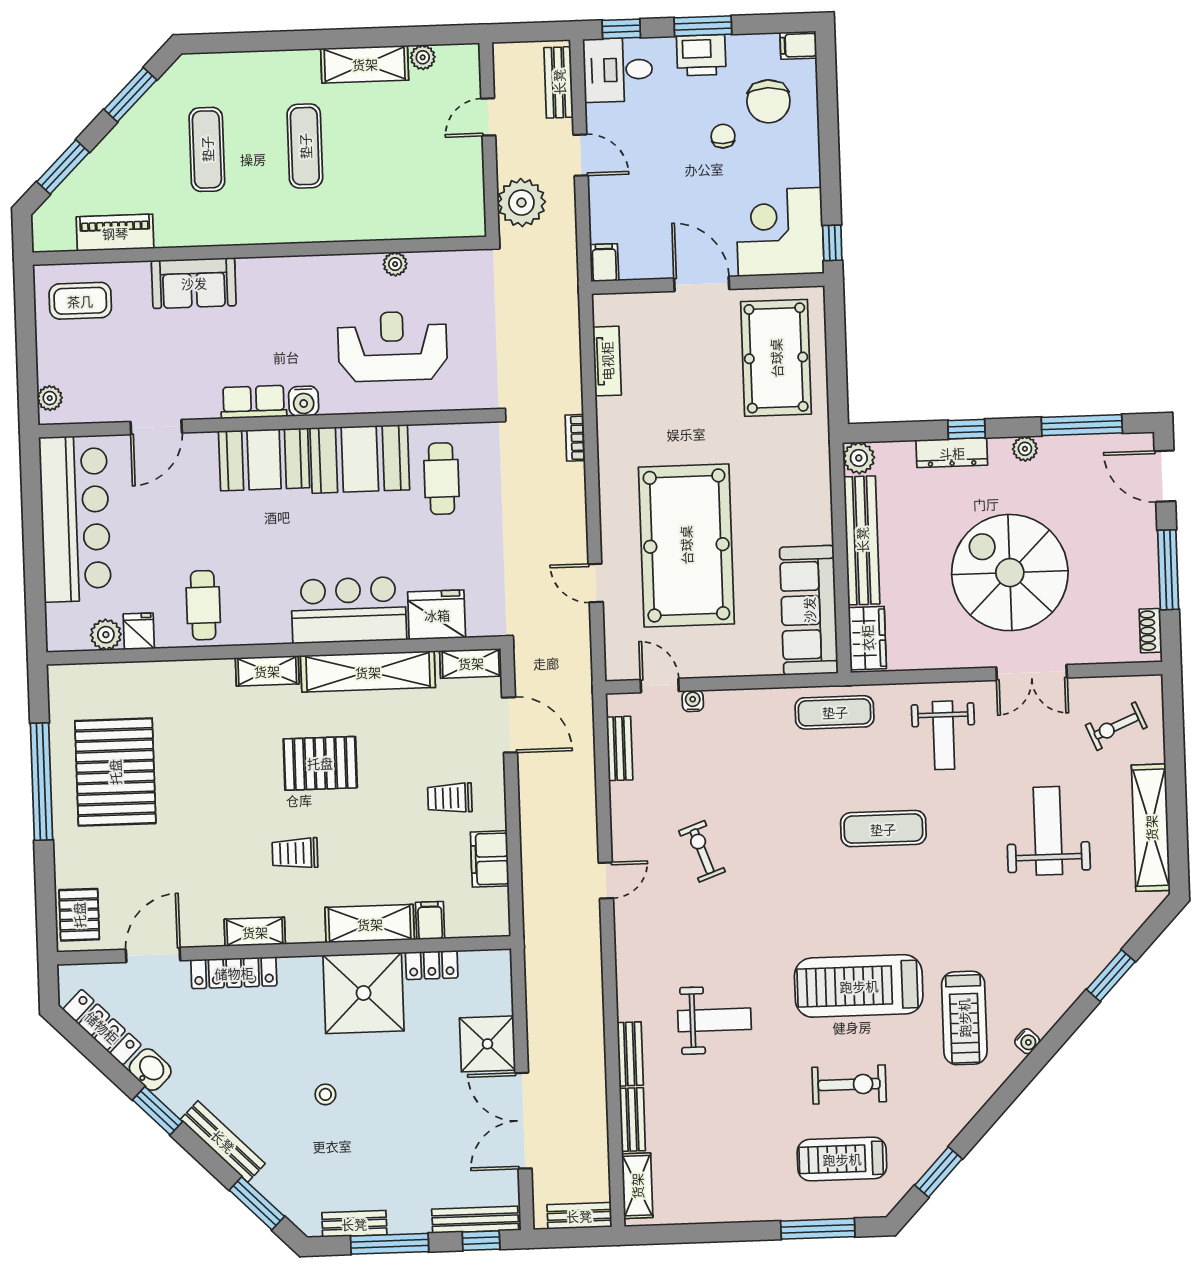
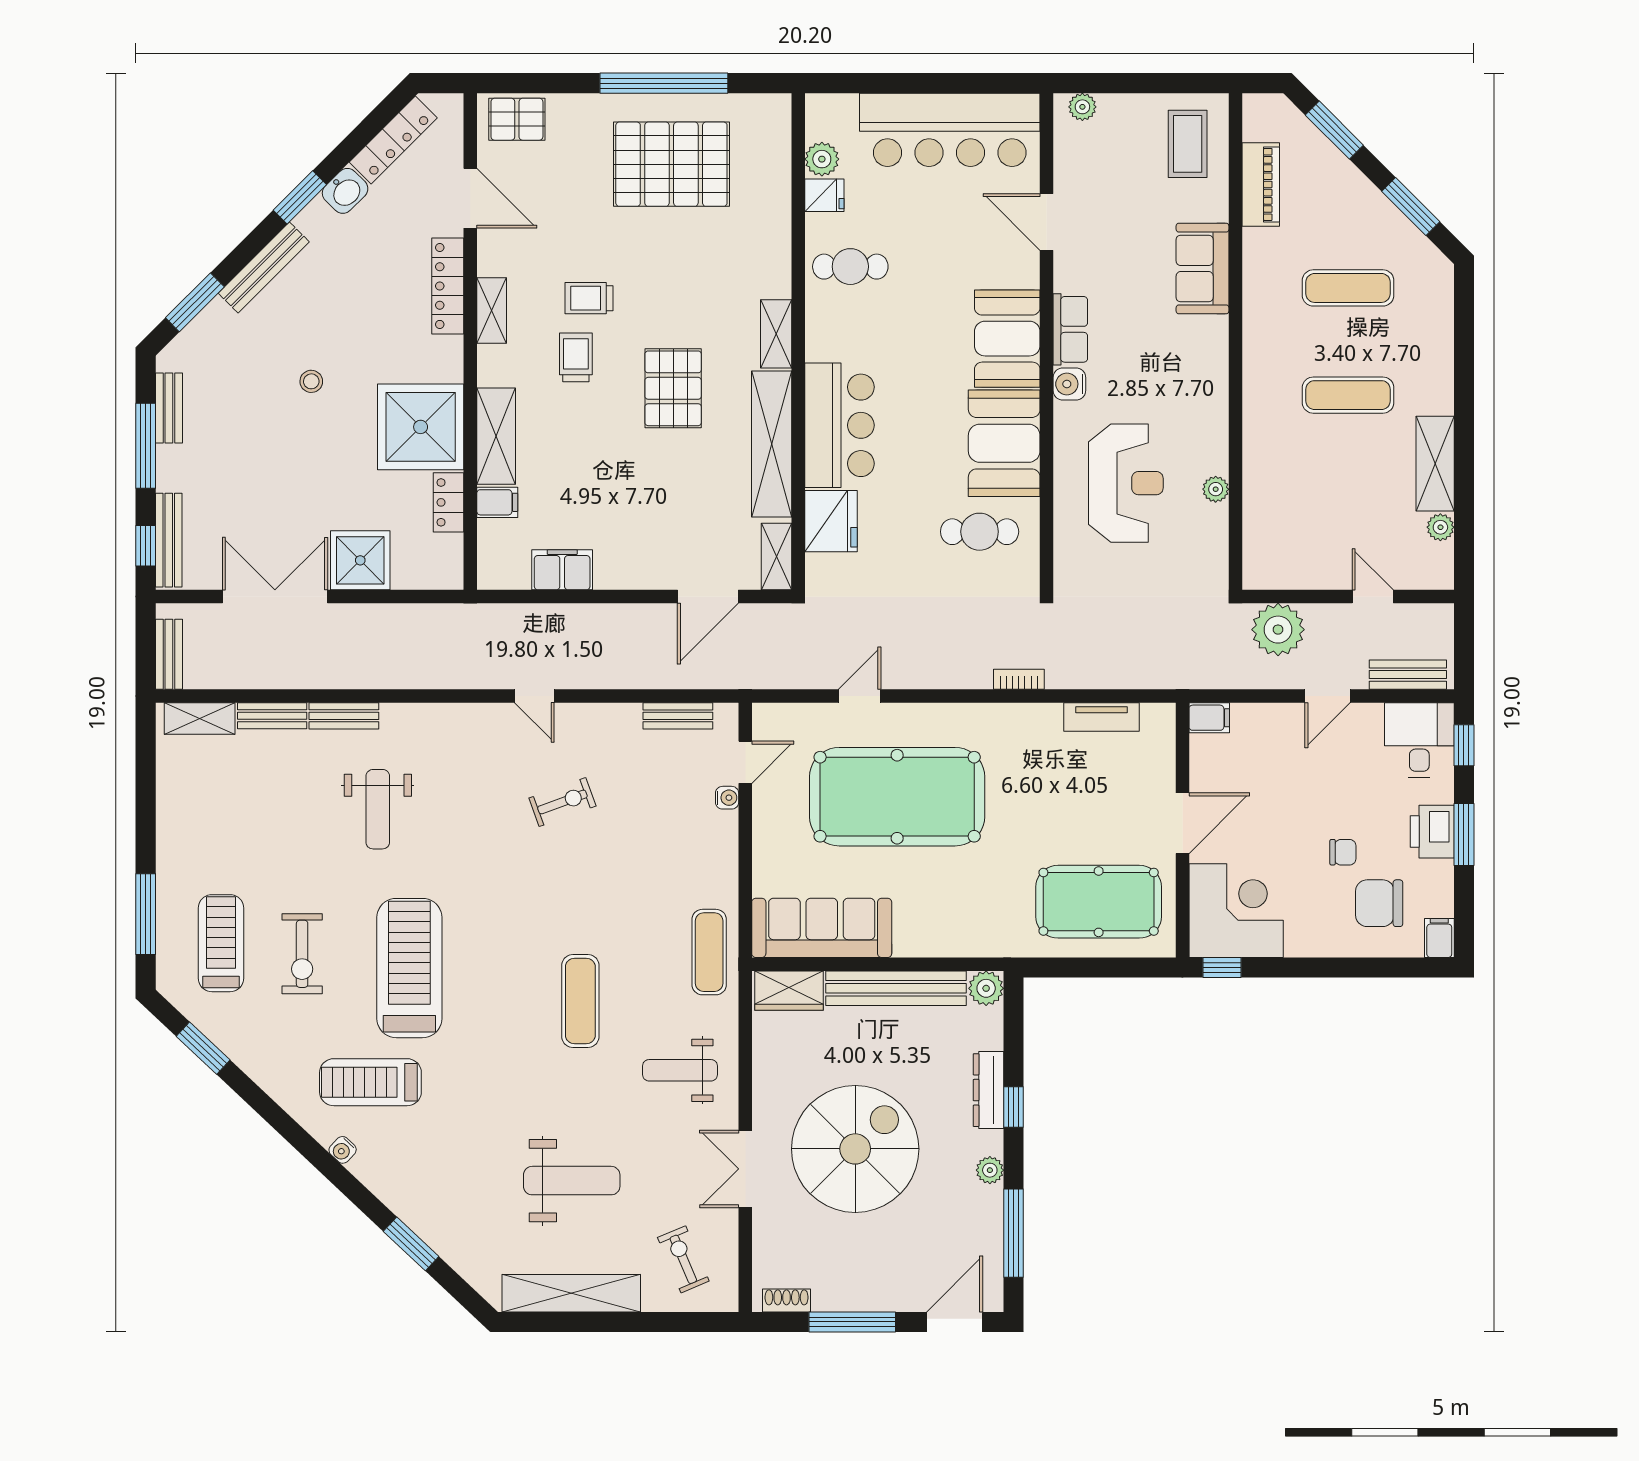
trolley: (450, 798) -> (589, 298), moved, turned -90

